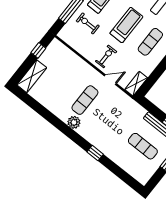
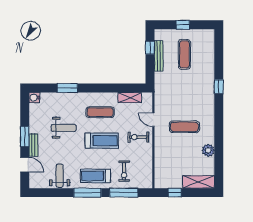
treadmill: (126, 25) -> (102, 141), turned 180
shelving: (136, 84) -> (130, 98), moved
plant: (74, 122) -> (208, 150), moved

